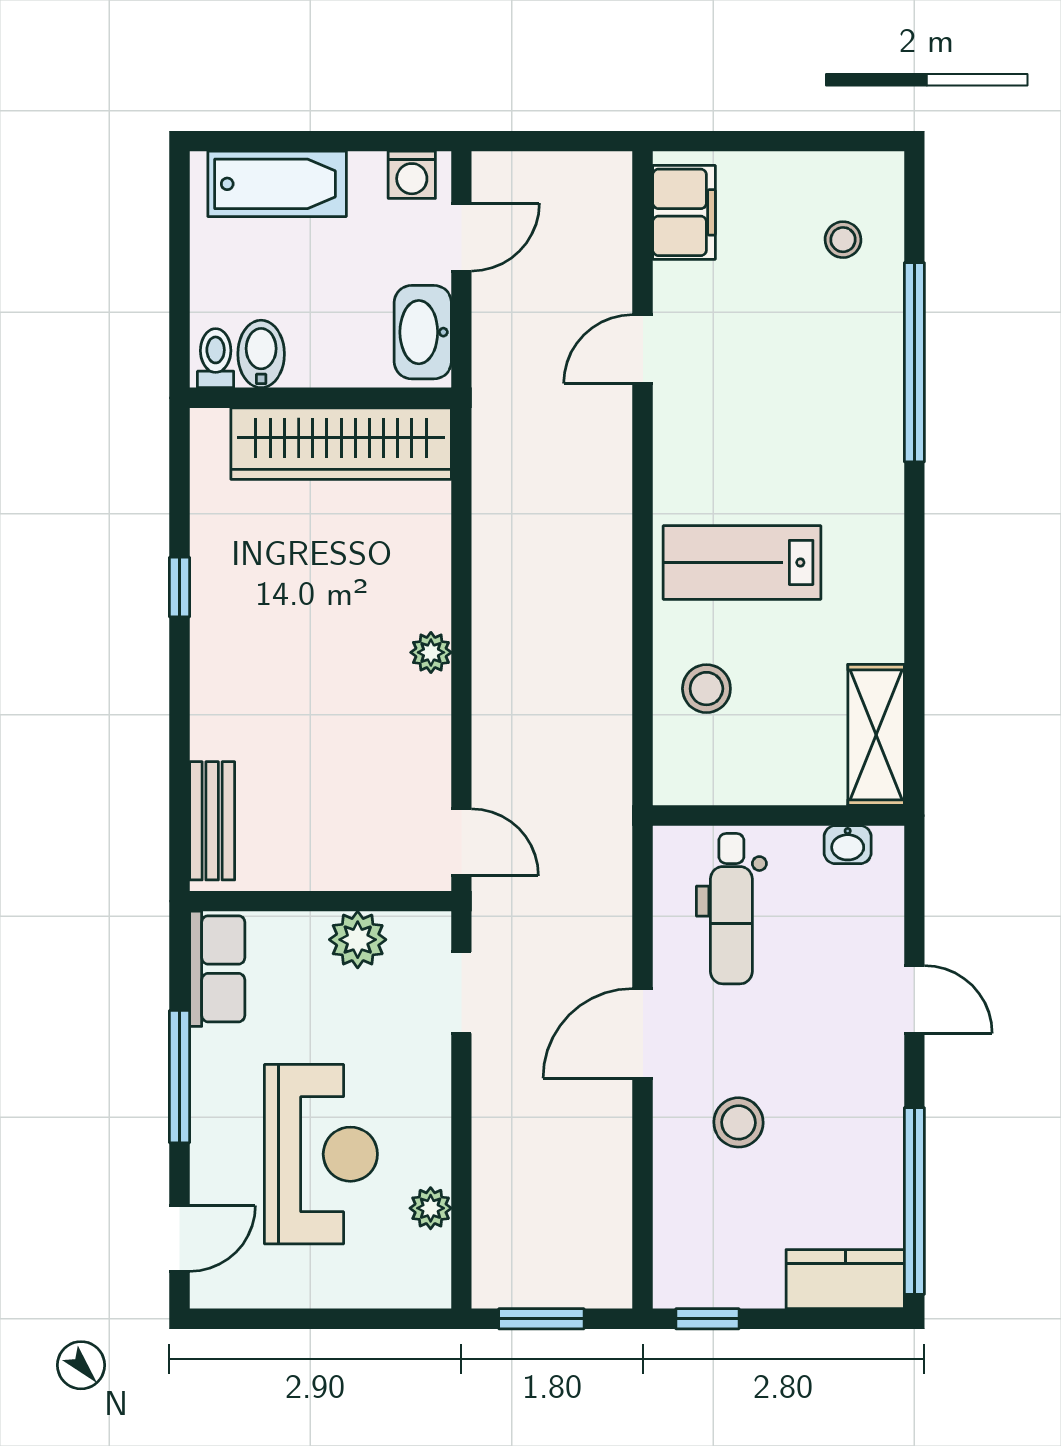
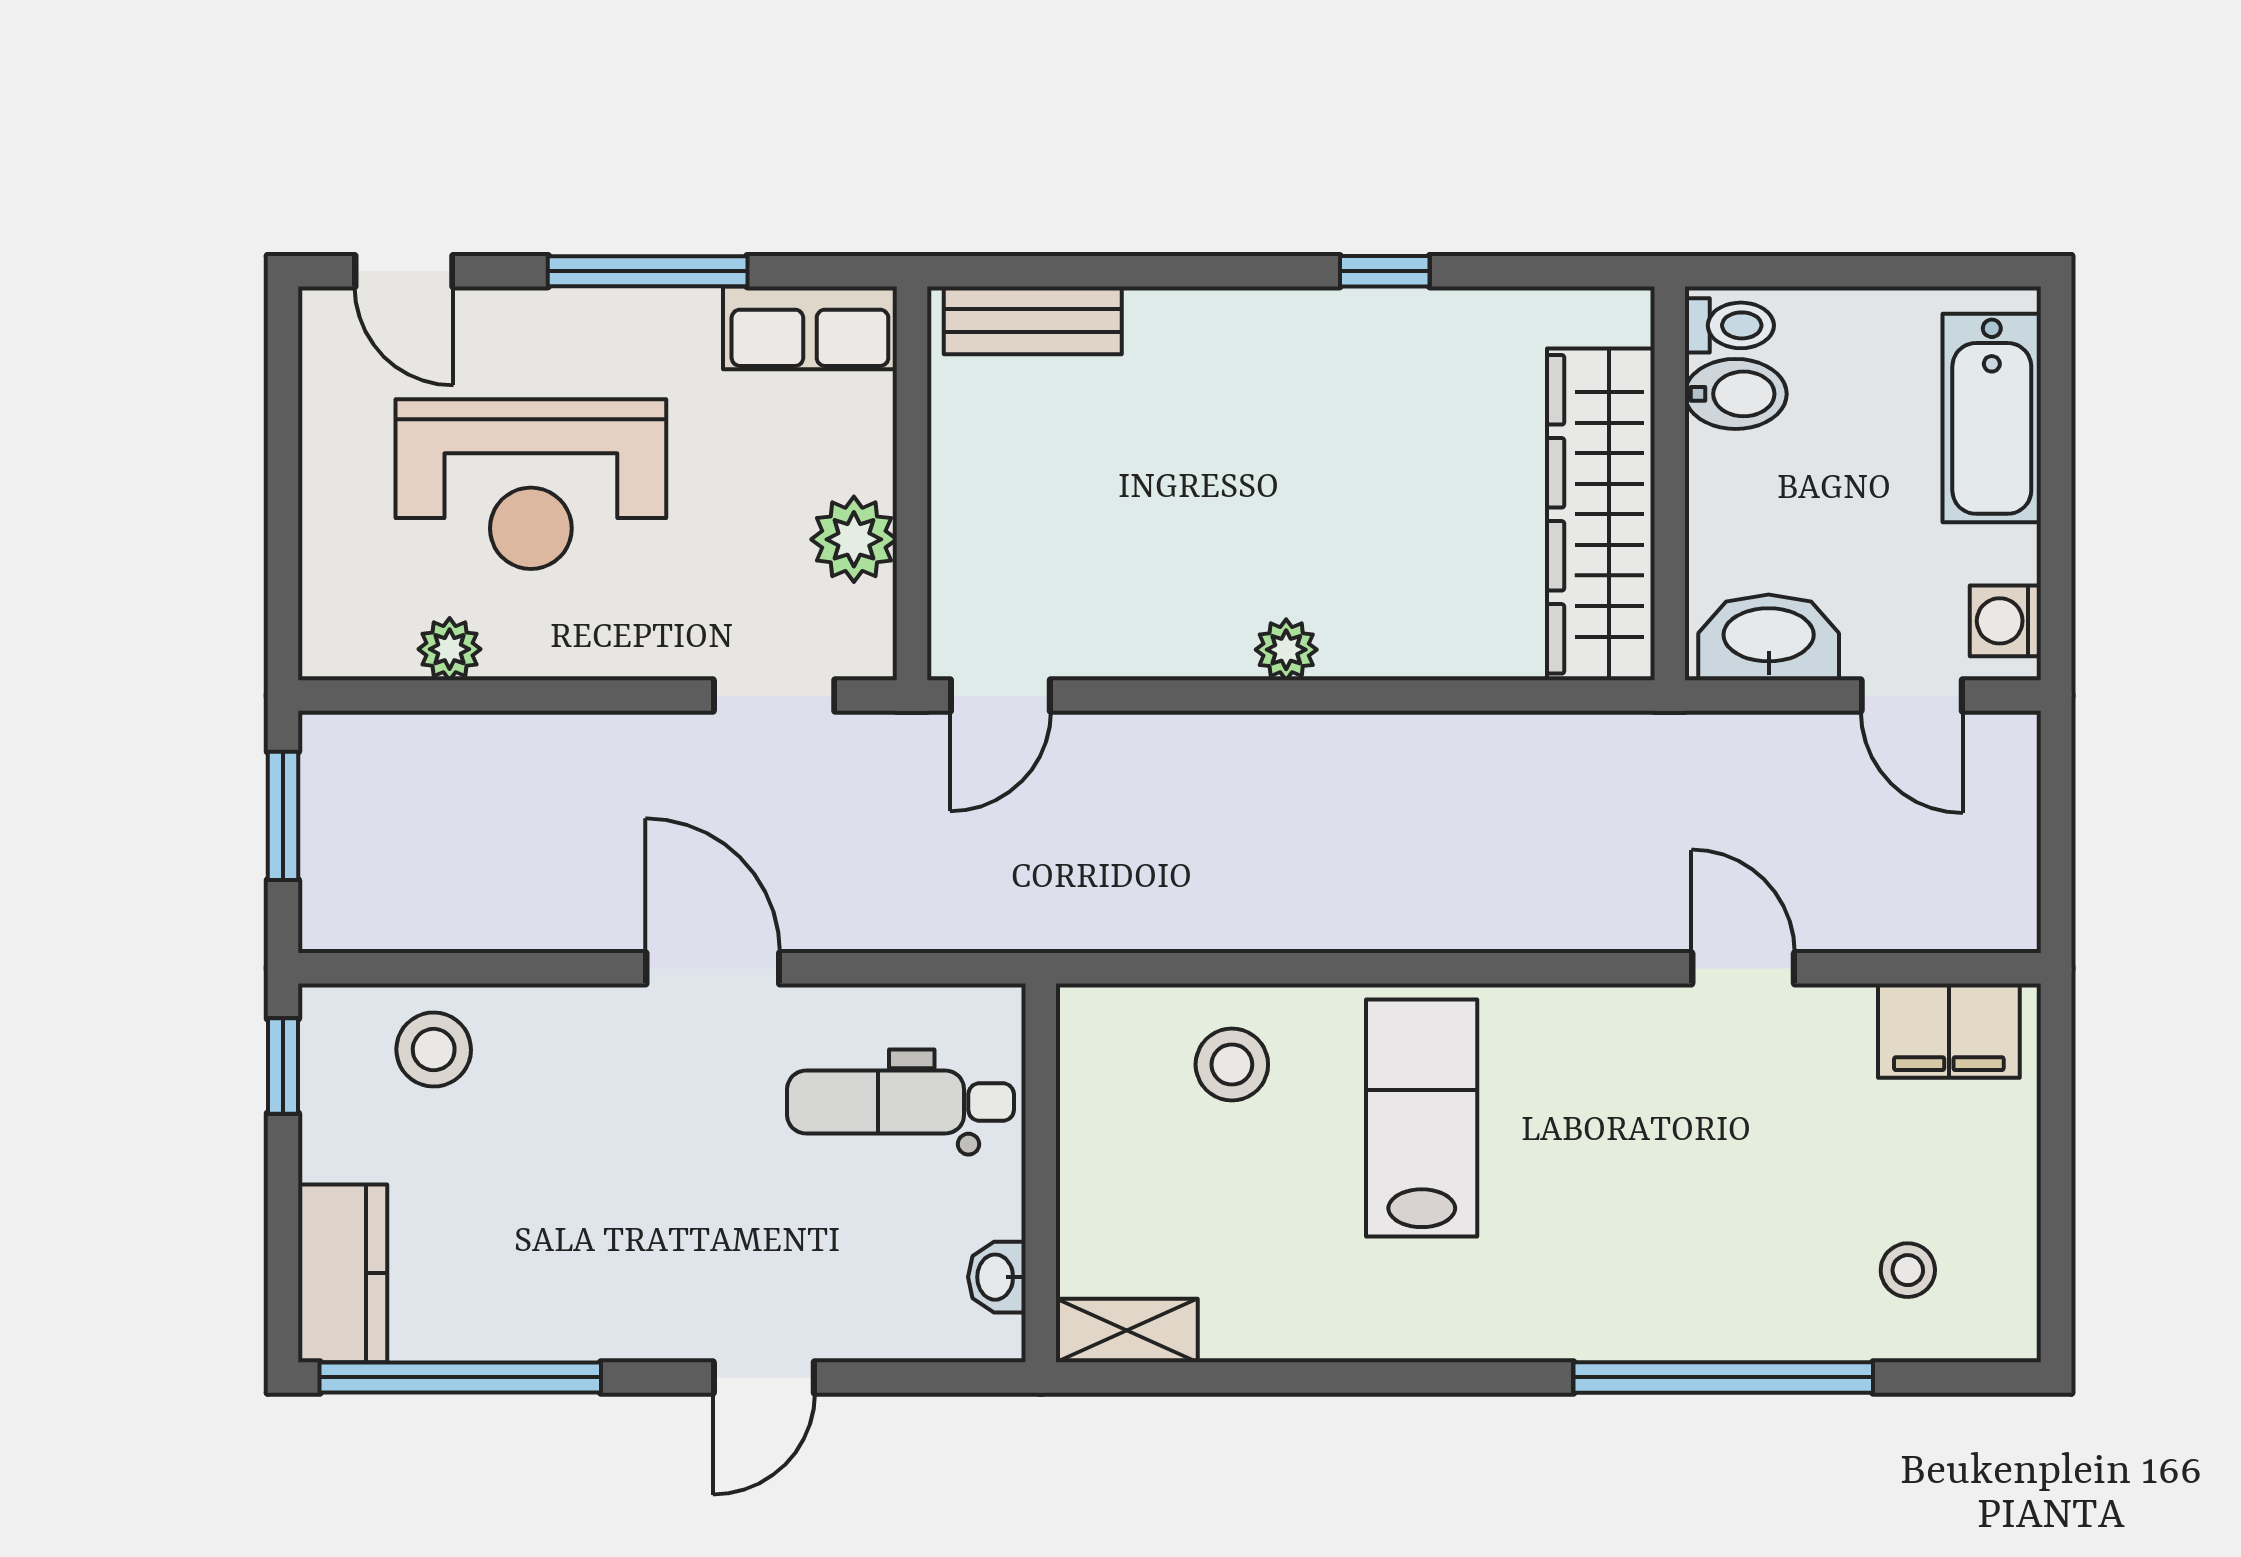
shelving: (876, 735) -> (1127, 1330), width x0.67, depth x0.75
stool: (738, 1122) -> (434, 1050), moved

